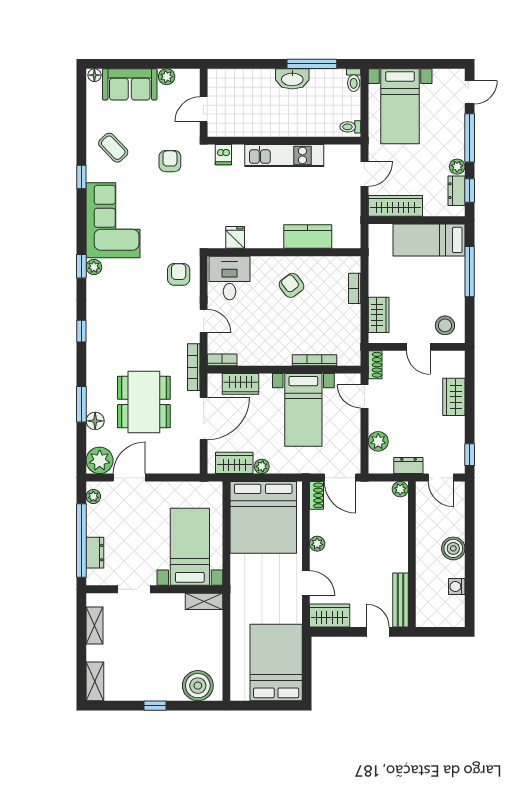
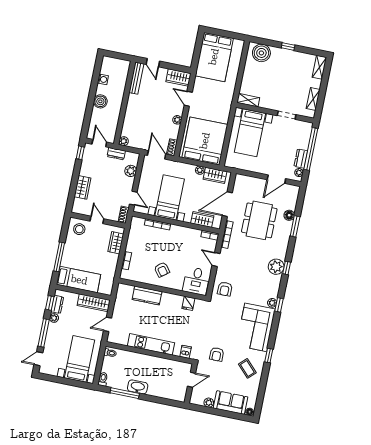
plant: (100, 460) -> (276, 267), moved
dresser: (95, 553) -> (301, 159), moved

